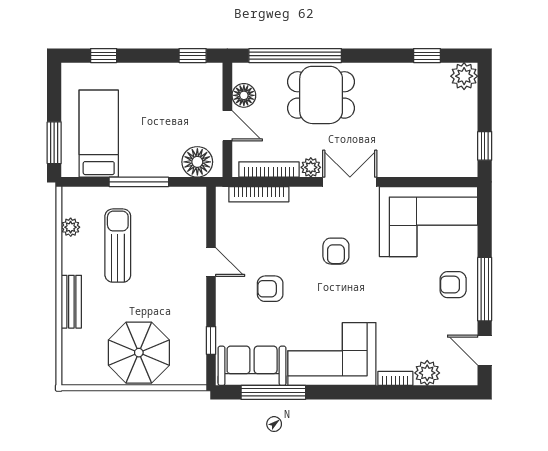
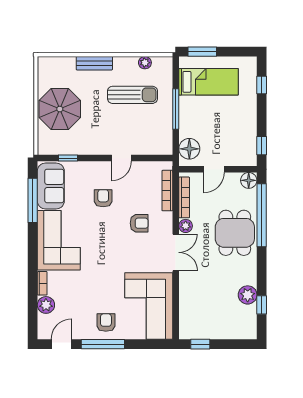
plant: (464, 76) -> (248, 295), moved
floor lamp: (244, 95) -> (249, 180), moved
armchair: (336, 251) -> (139, 223), moved, turned 180

